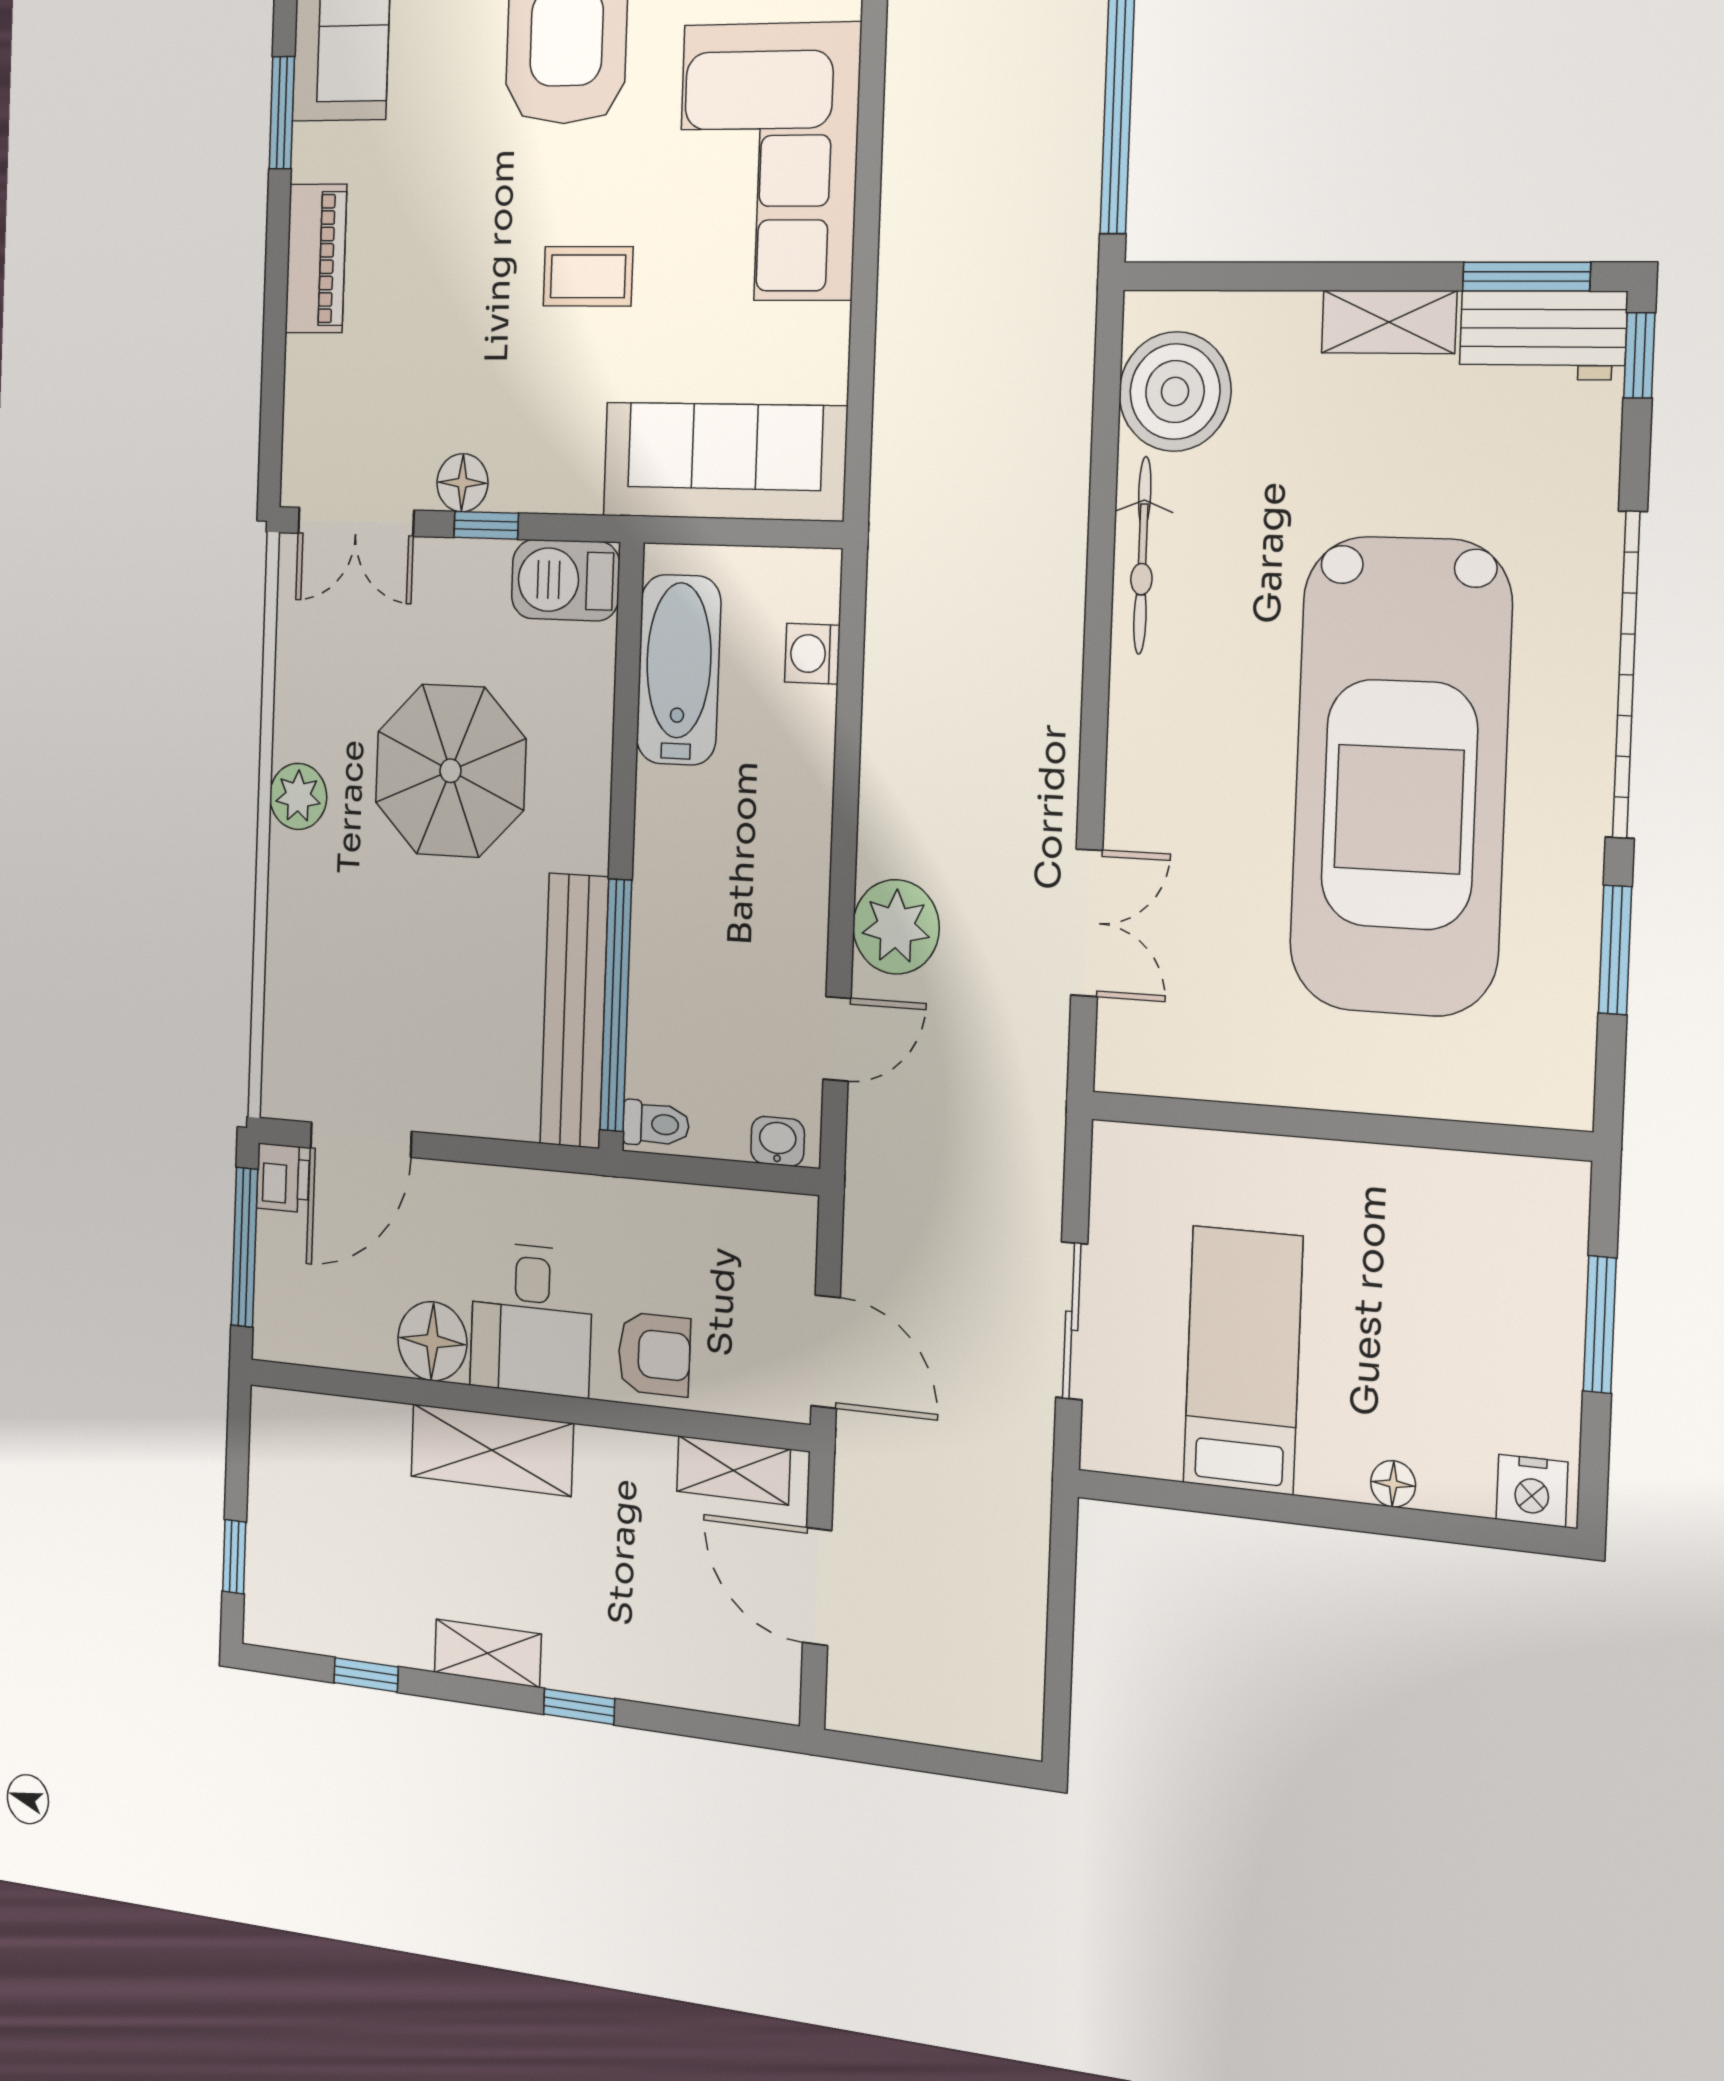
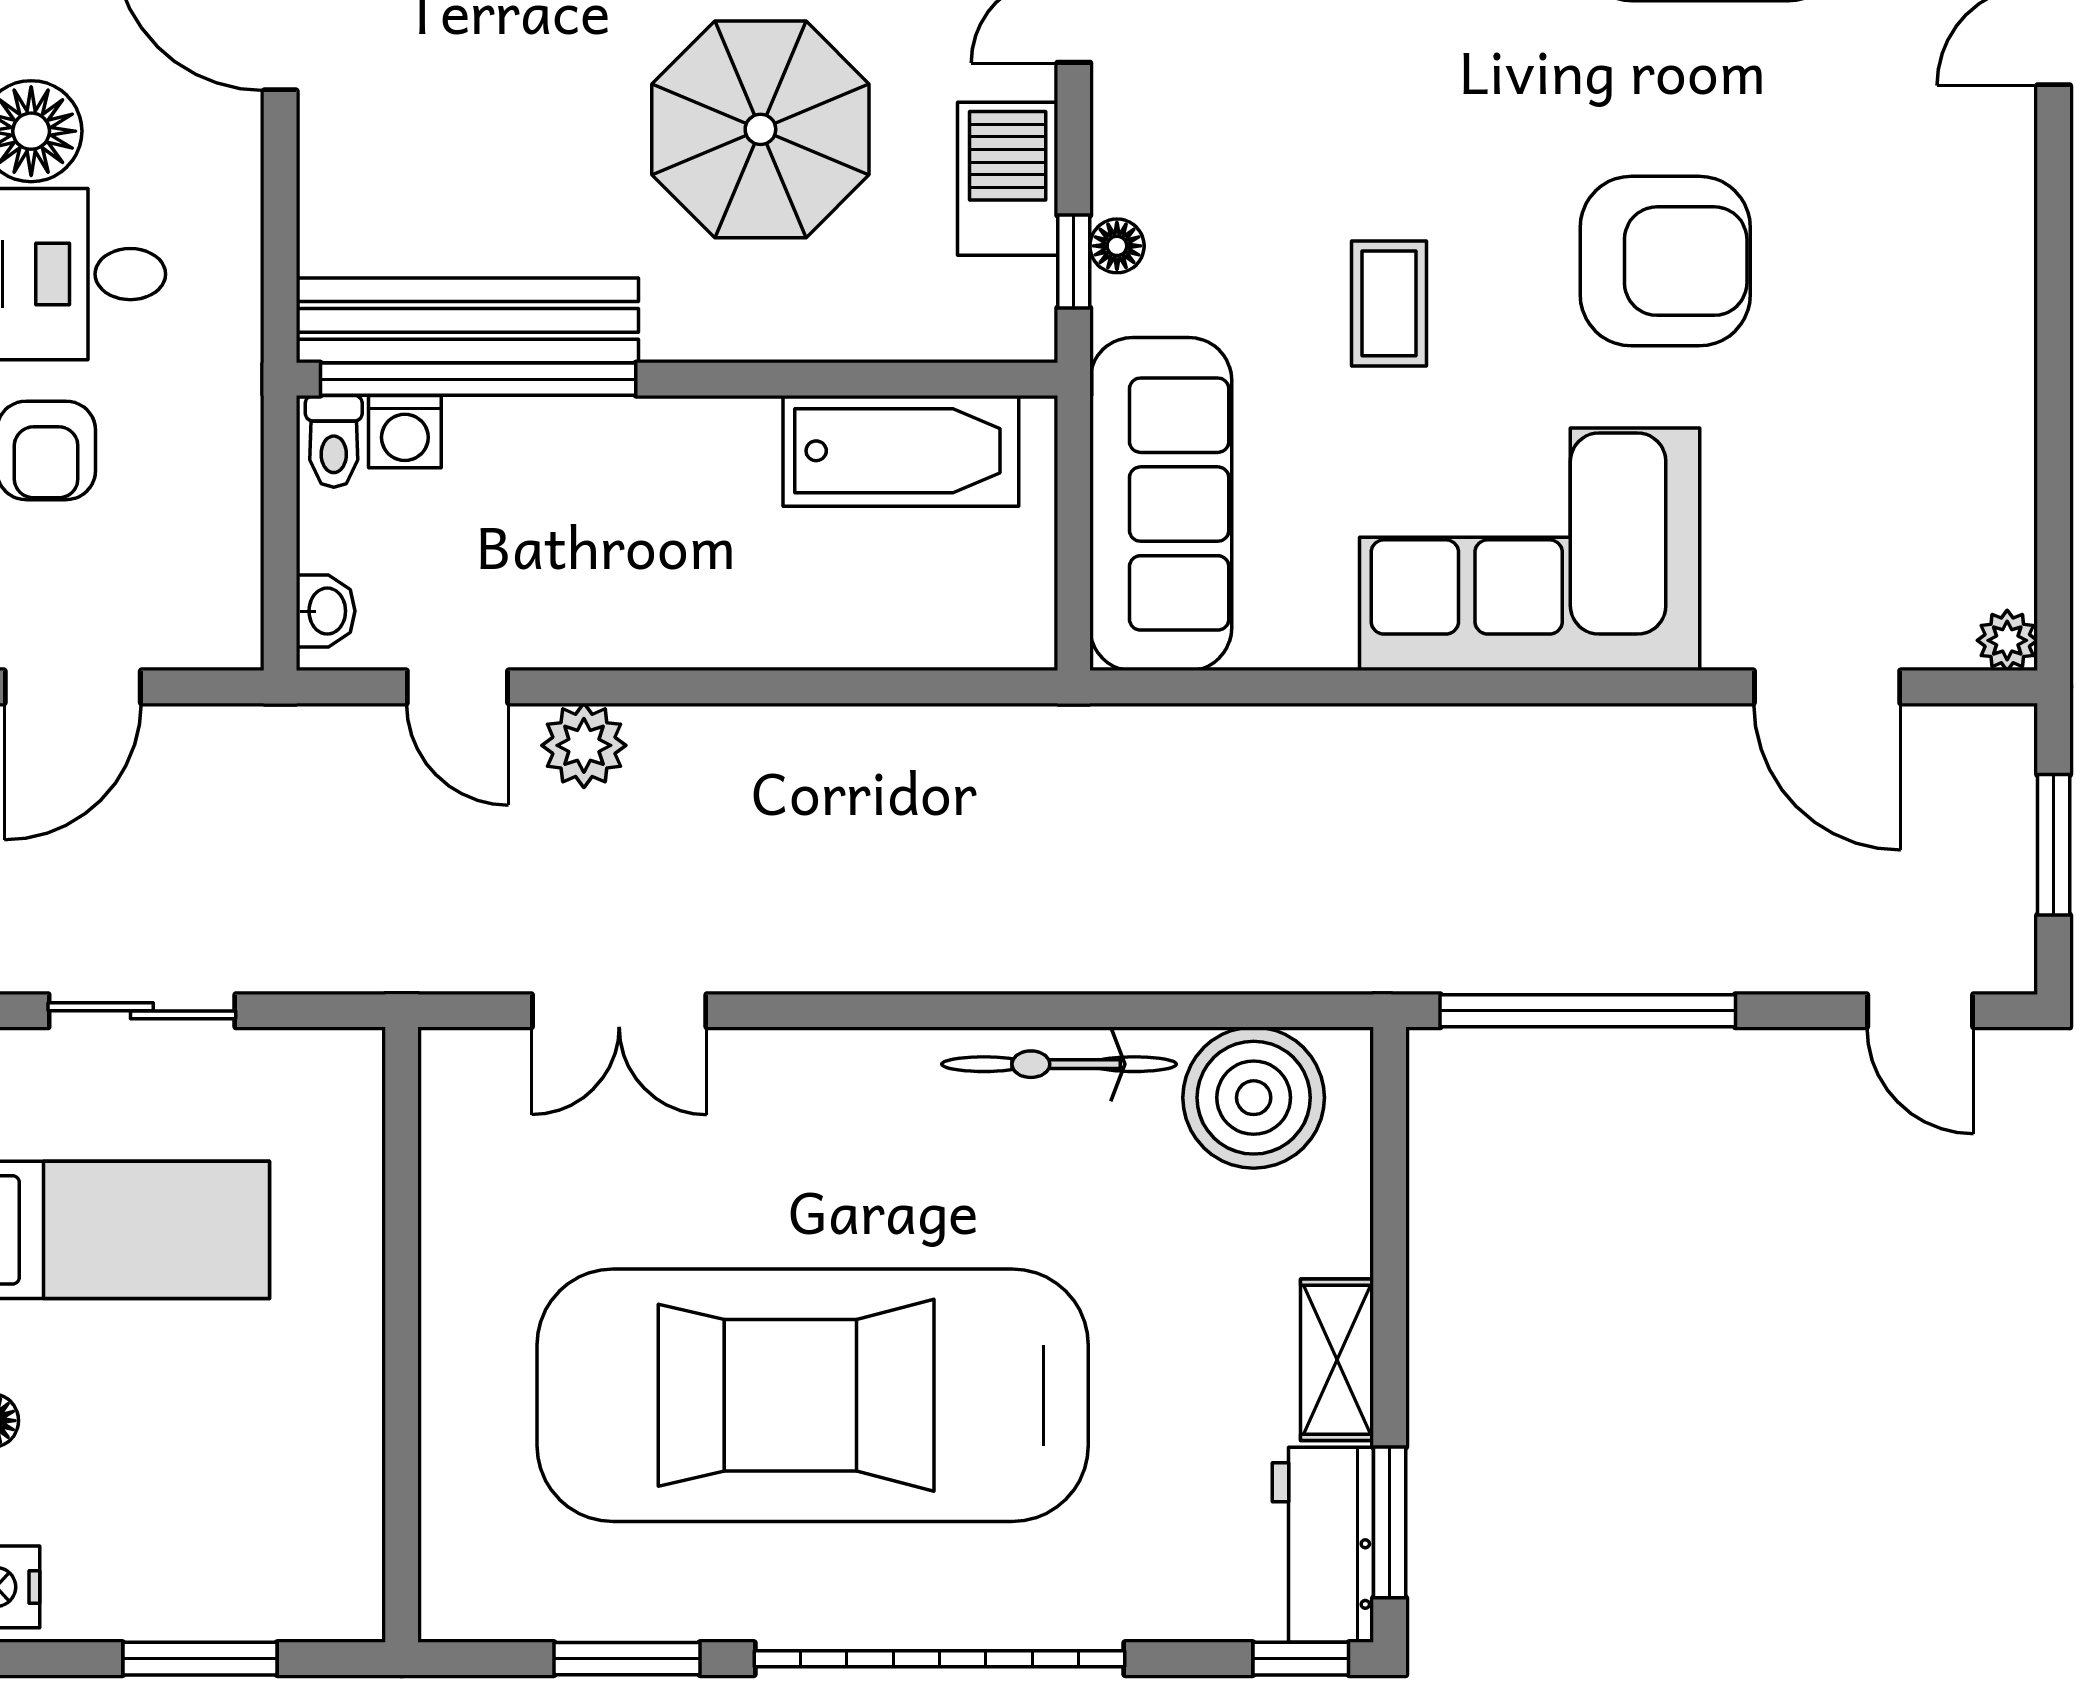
floor lamp: (462, 483) -> (1117, 246), moved, width x0.73, depth x0.73
window: (486, 525) -> (1074, 262), moved
barbecue: (565, 580) -> (1008, 179), moved
washing machine: (812, 654) -> (405, 432), moved, turned 180
plant: (896, 927) -> (584, 745), width x0.73, depth x0.73

